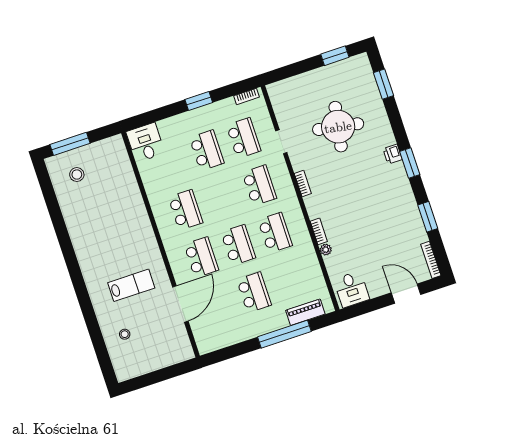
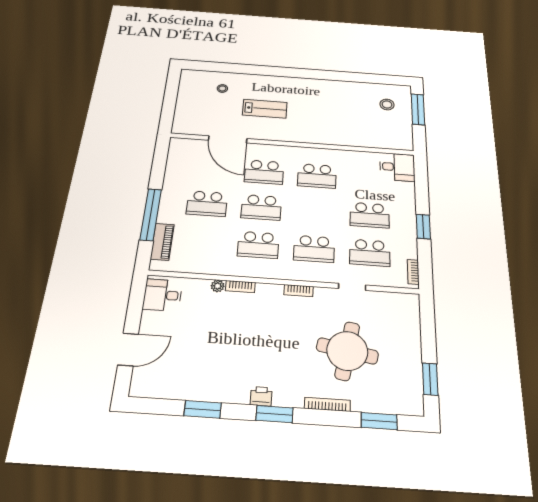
printer: (393, 154) -> (261, 396), moved
bookcase: (431, 260) -> (327, 404), moved
lab bench: (131, 285) -> (265, 109), turned -90

